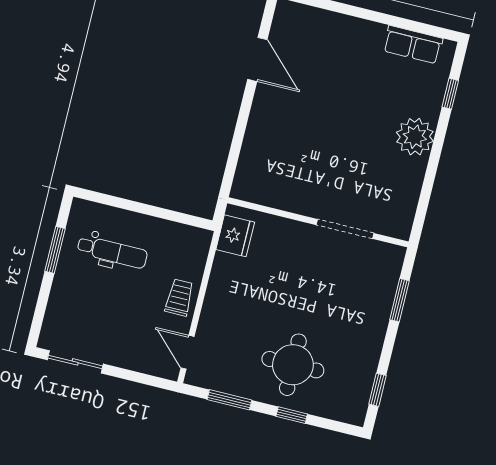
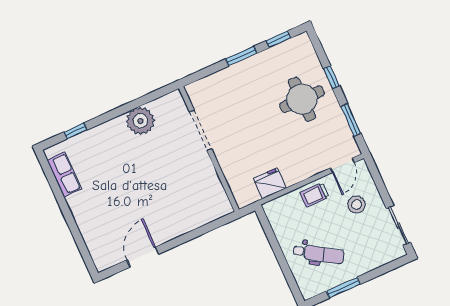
plant: (415, 137) -> (140, 121), moved
fridge: (235, 236) -> (270, 183), moved
dental chair: (112, 252) -> (319, 254), turned 123
window: (400, 300) -> (241, 56), moved
stool: (133, 334) -> (357, 205), added

